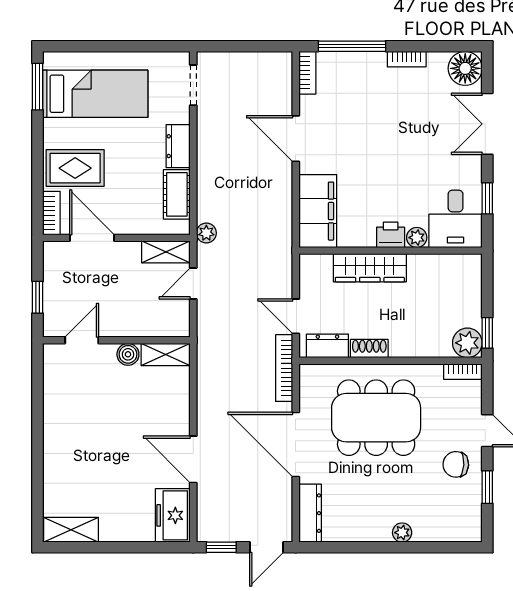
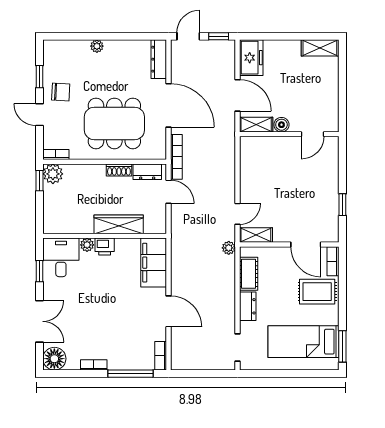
door: (82, 340) -> (313, 134), moved
wall: (116, 340) -> (289, 134), moved
boiler: (128, 354) -> (281, 125), moved
shelving: (166, 354) -> (256, 125), moved

